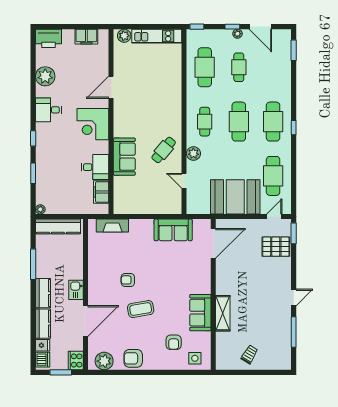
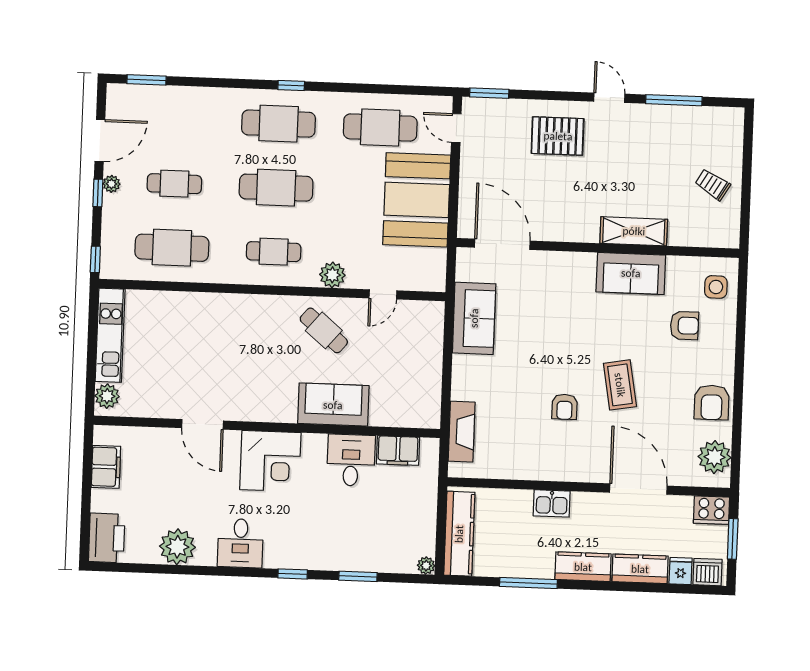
pallet: (276, 247) -> (558, 136), moved, turned 90
kitchen sink: (76, 290) -> (552, 503), moved

